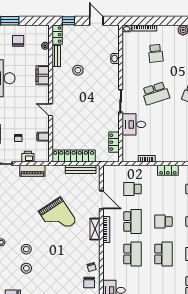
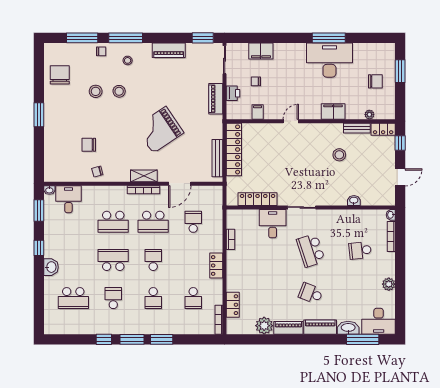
locker: (114, 142) -> (258, 199), width x1.53
school desk: (163, 254) -> (113, 260), turned 180
chair: (89, 282) -> (89, 145), moved

